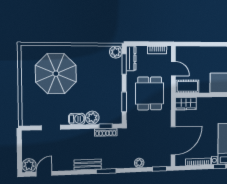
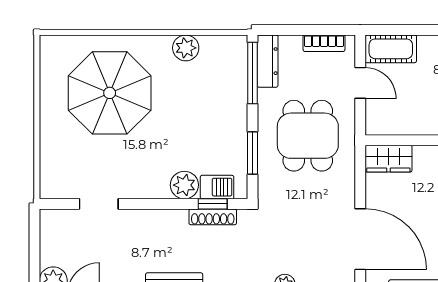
plant: (116, 52) -> (186, 48), moved
window: (124, 64) -> (252, 73), width x1.44
cot: (187, 86) -> (391, 49), moved
barbecue: (77, 119) -> (217, 187), moved
door: (173, 141) -> (360, 239), hinge flipped

